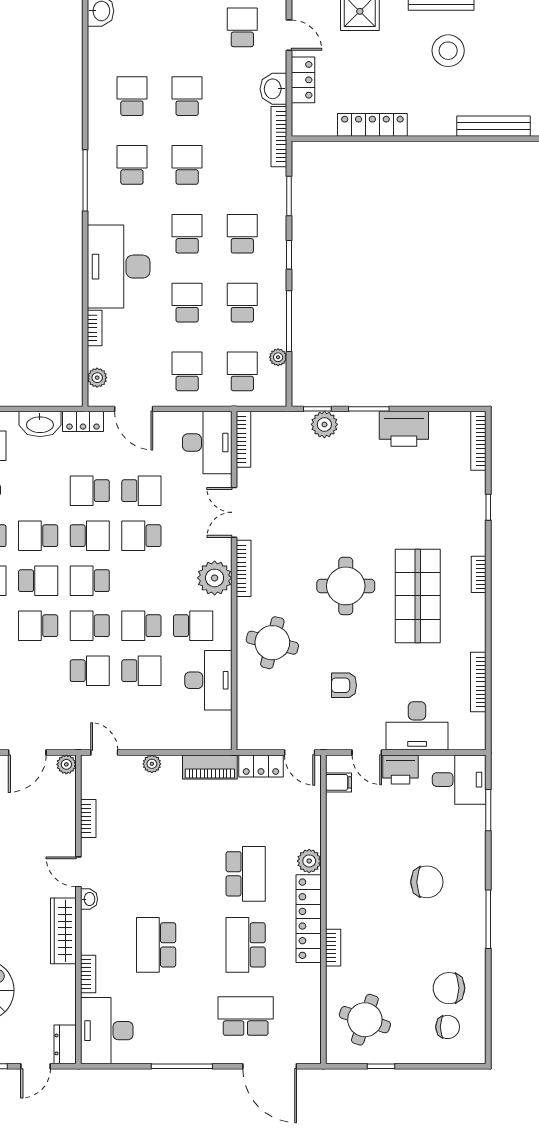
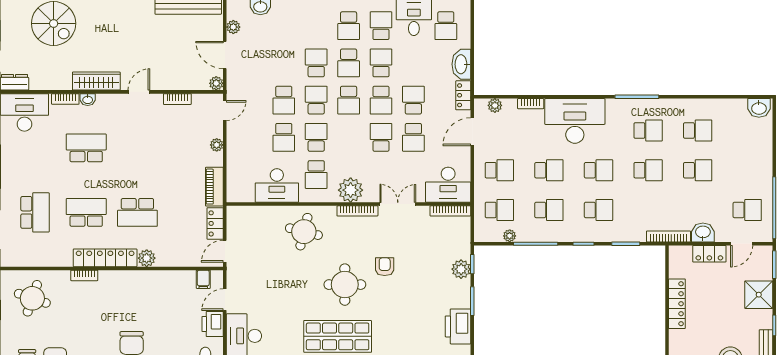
school desk: (90, 581) -> (349, 100), turned 180
armchair: (344, 685) -> (385, 267), moved
washbasin: (89, 899) -> (88, 100), moved

